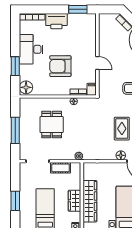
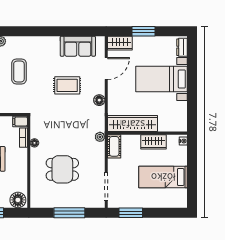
floor lamp: (121, 155) -> (99, 100), moved
cot: (61, 168) -> (114, 146), moved
window: (15, 201) -> (131, 213), moved
wardrobe: (90, 201) -> (133, 124), moved

